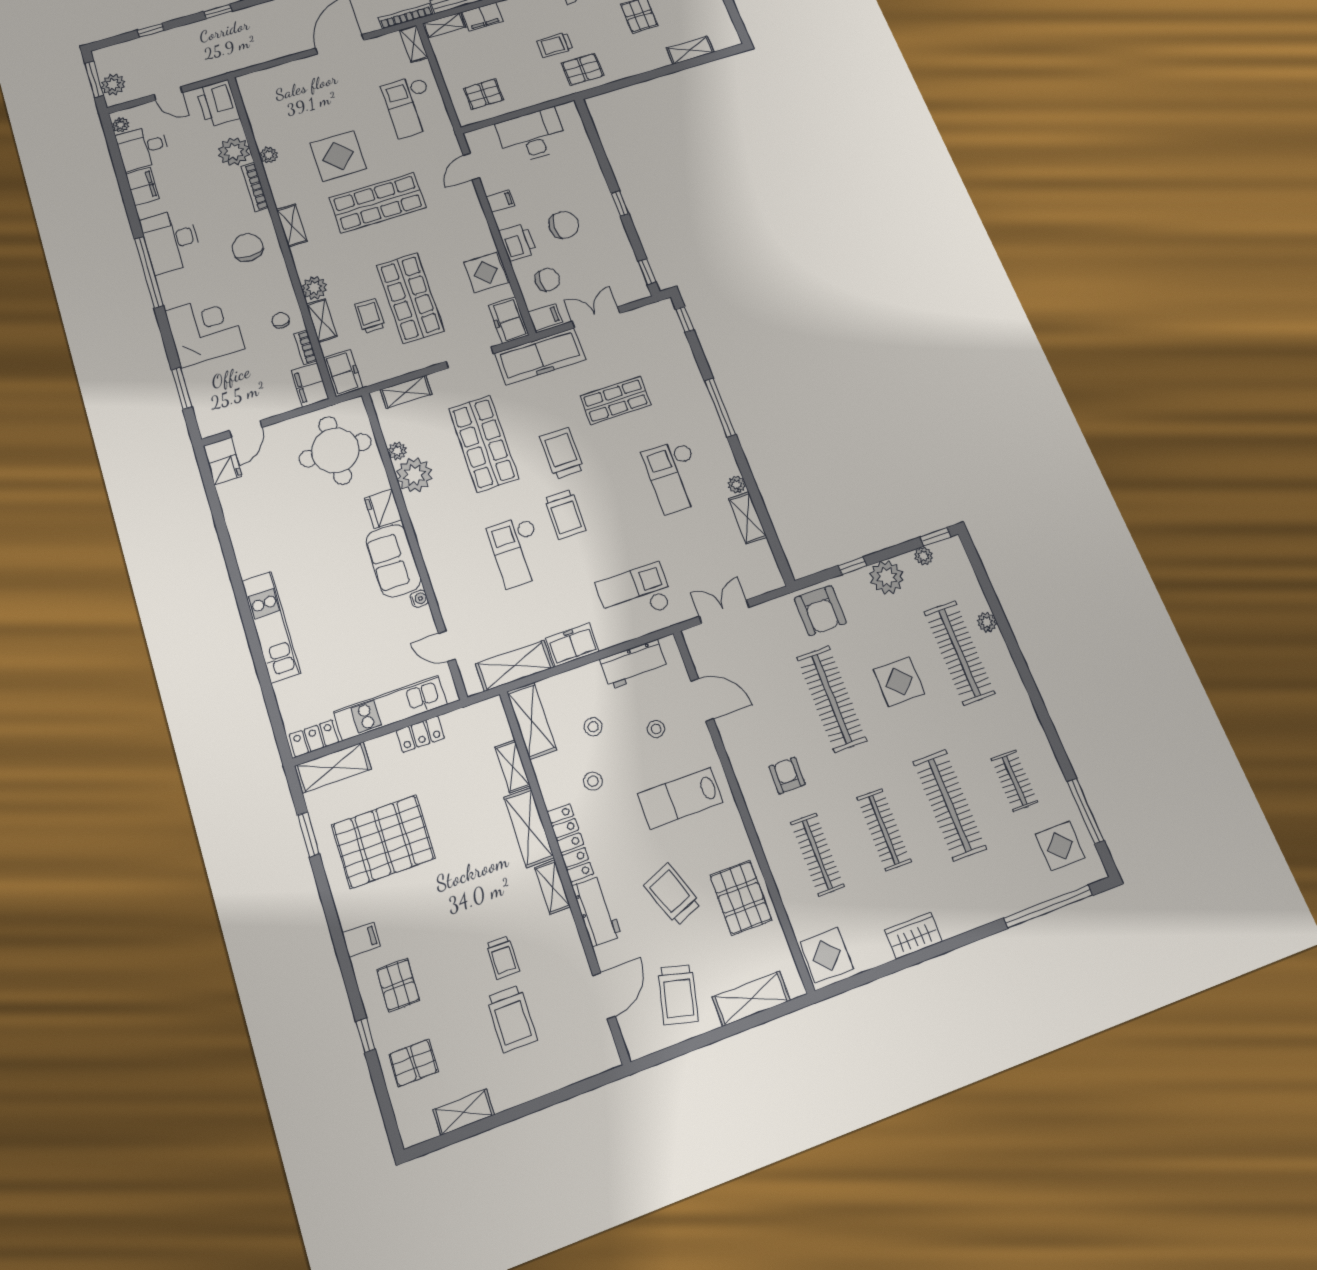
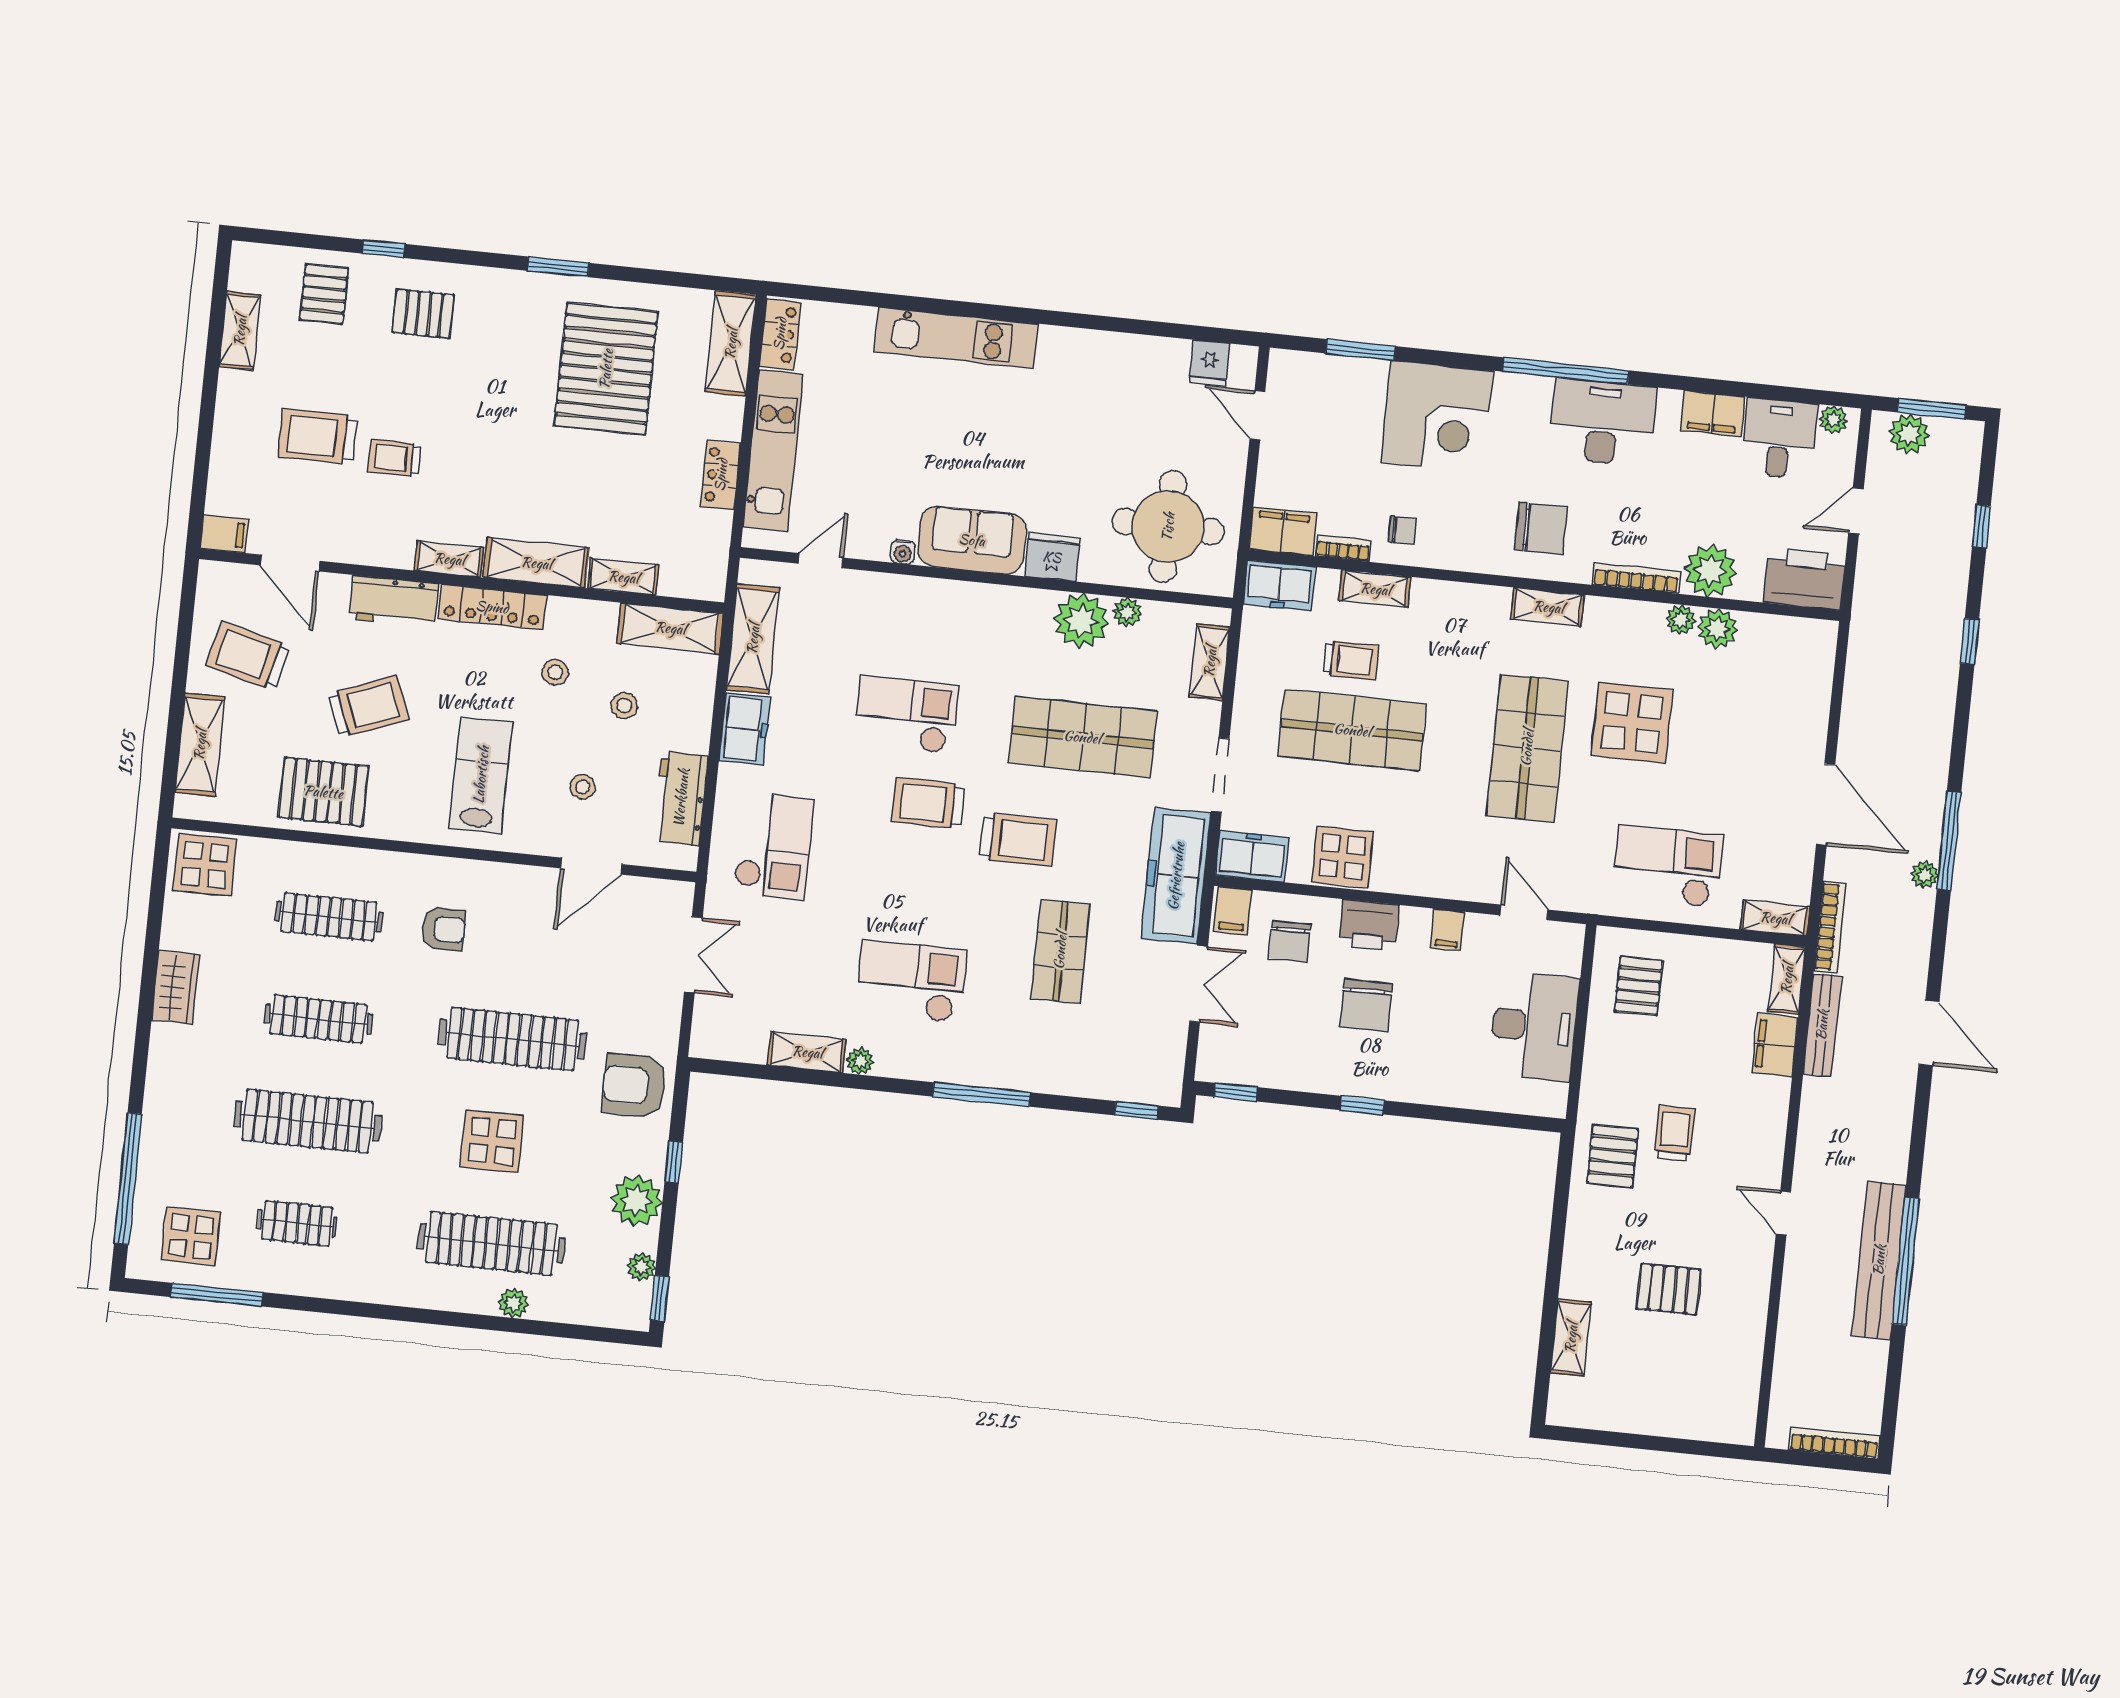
plant: (314, 288) -> (1718, 629), moved
window: (308, 834) -> (559, 267), moved
filing cabinet: (361, 940) -> (224, 534), moved, turned -90

